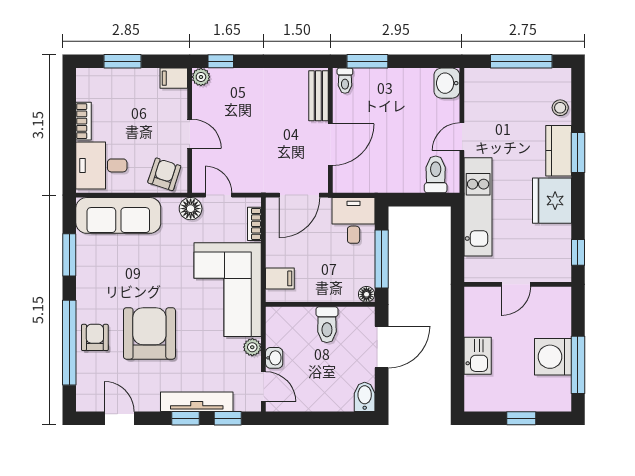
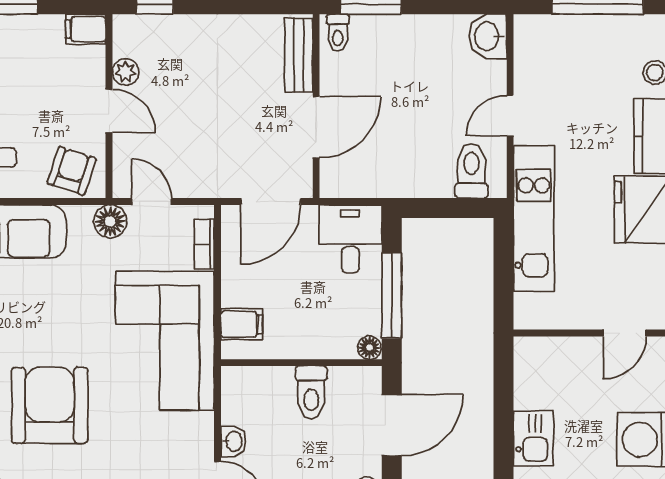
plant: (201, 77) -> (126, 72), moved
door: (516, 284) -> (625, 333), moved
plant: (252, 347) -> (201, 426), removed

